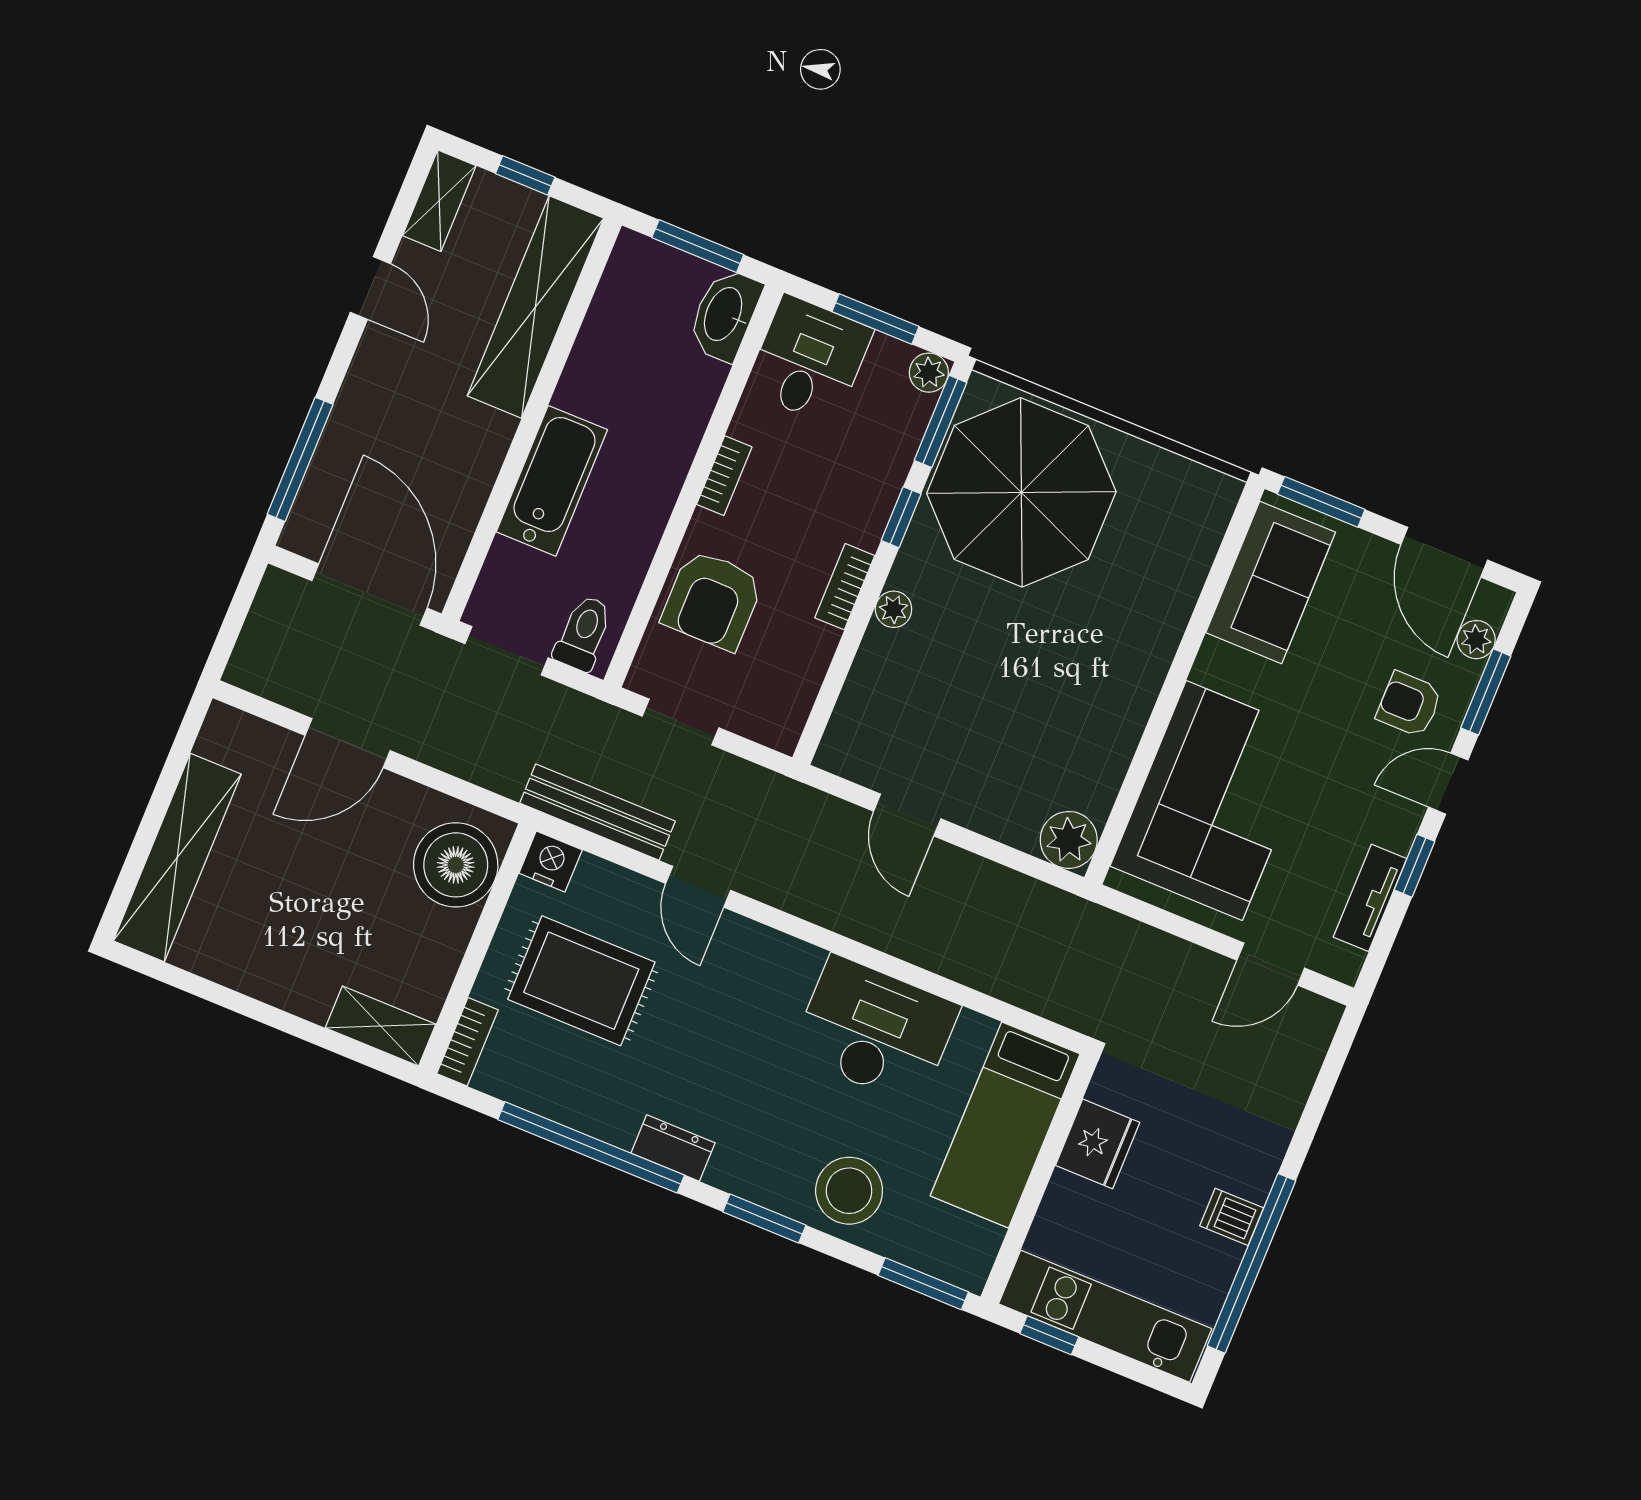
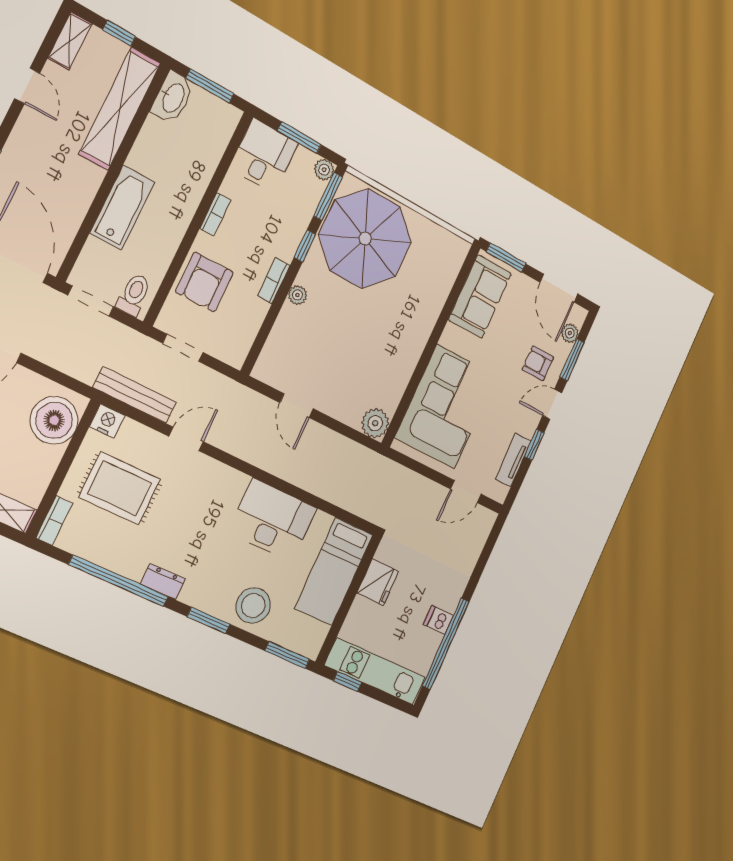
washbasin: (725, 315) -> (173, 98), moved, turned 180
door: (698, 887) -> (186, 439), swing flipped

